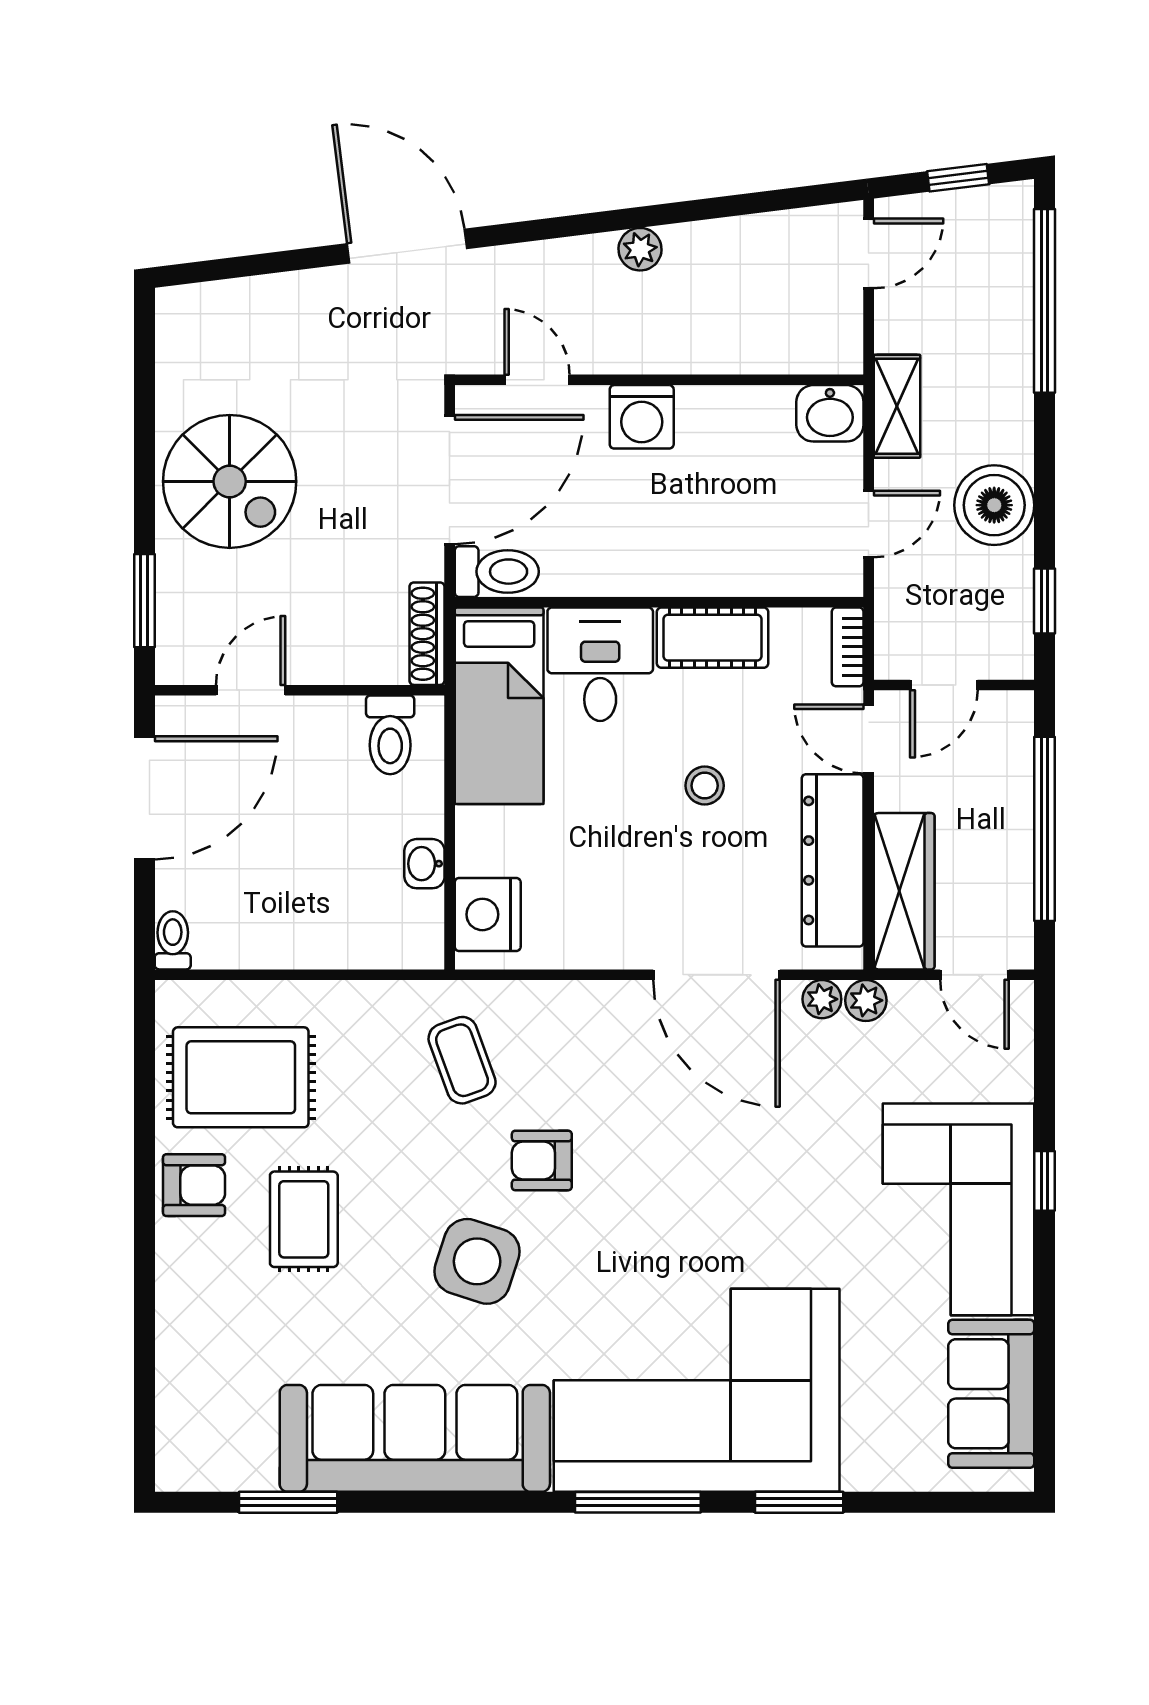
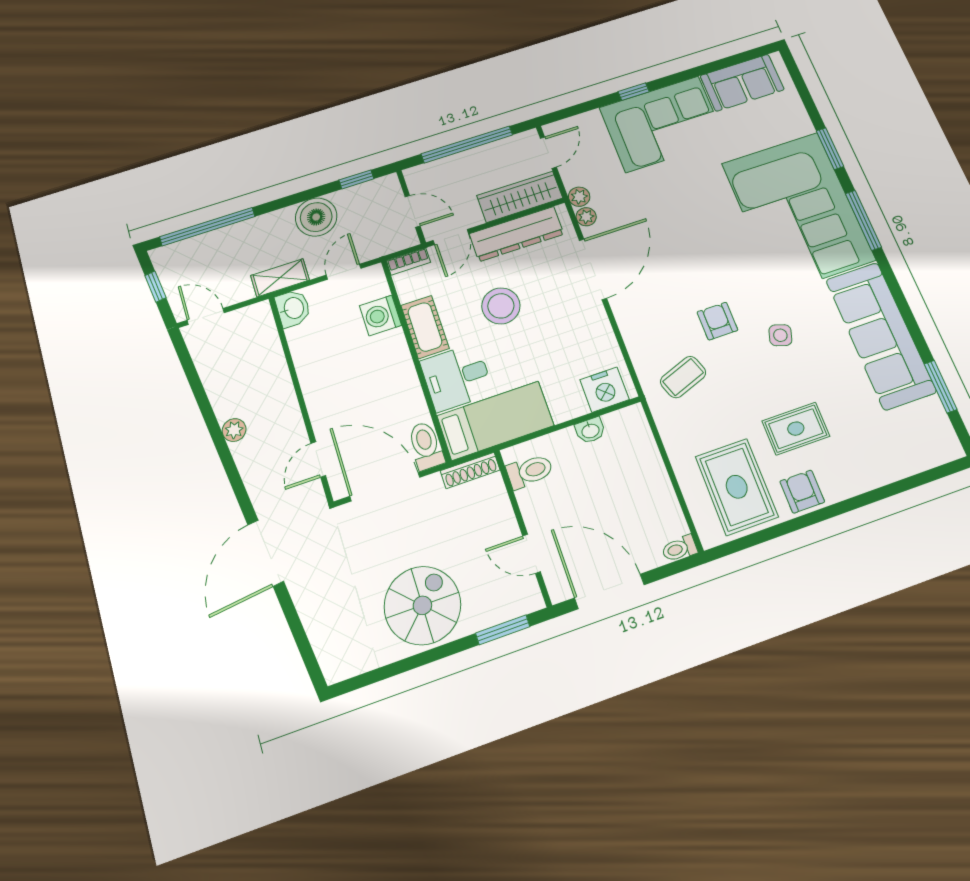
washing machine: (642, 417) -> (380, 315), moved, turned 180
door: (869, 524) -> (344, 272), hinge flipped
stool: (705, 786) -> (501, 306), width x1.89, depth x1.89
armchair: (542, 1160) -> (717, 321), turned 180
side table: (477, 1261) -> (780, 335), width x0.54, depth x0.54

